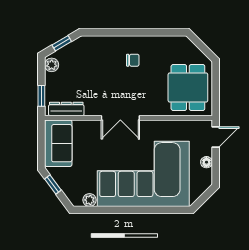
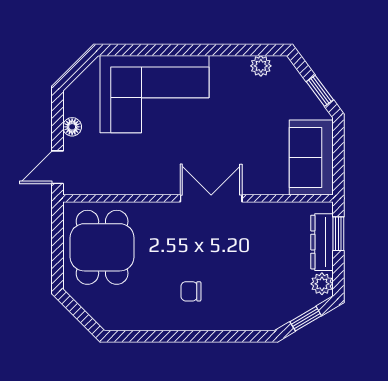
dresser: (66, 109) -> (322, 242), moved, turned 90
corner sofa: (143, 174) -> (154, 94), width x0.73, depth x0.74

